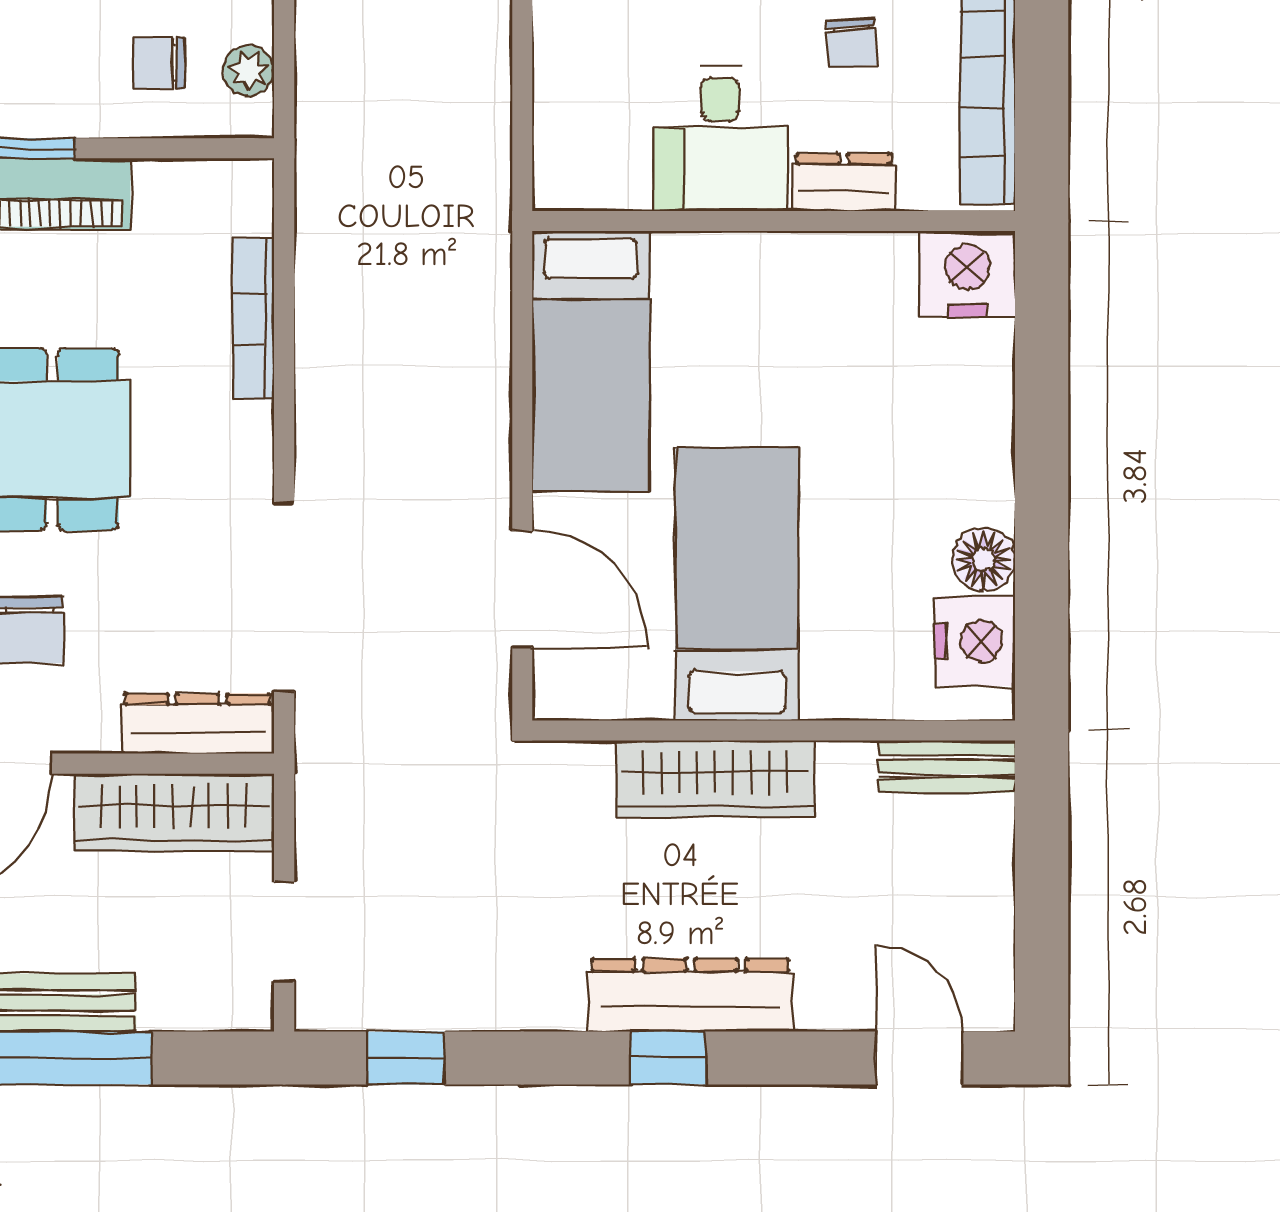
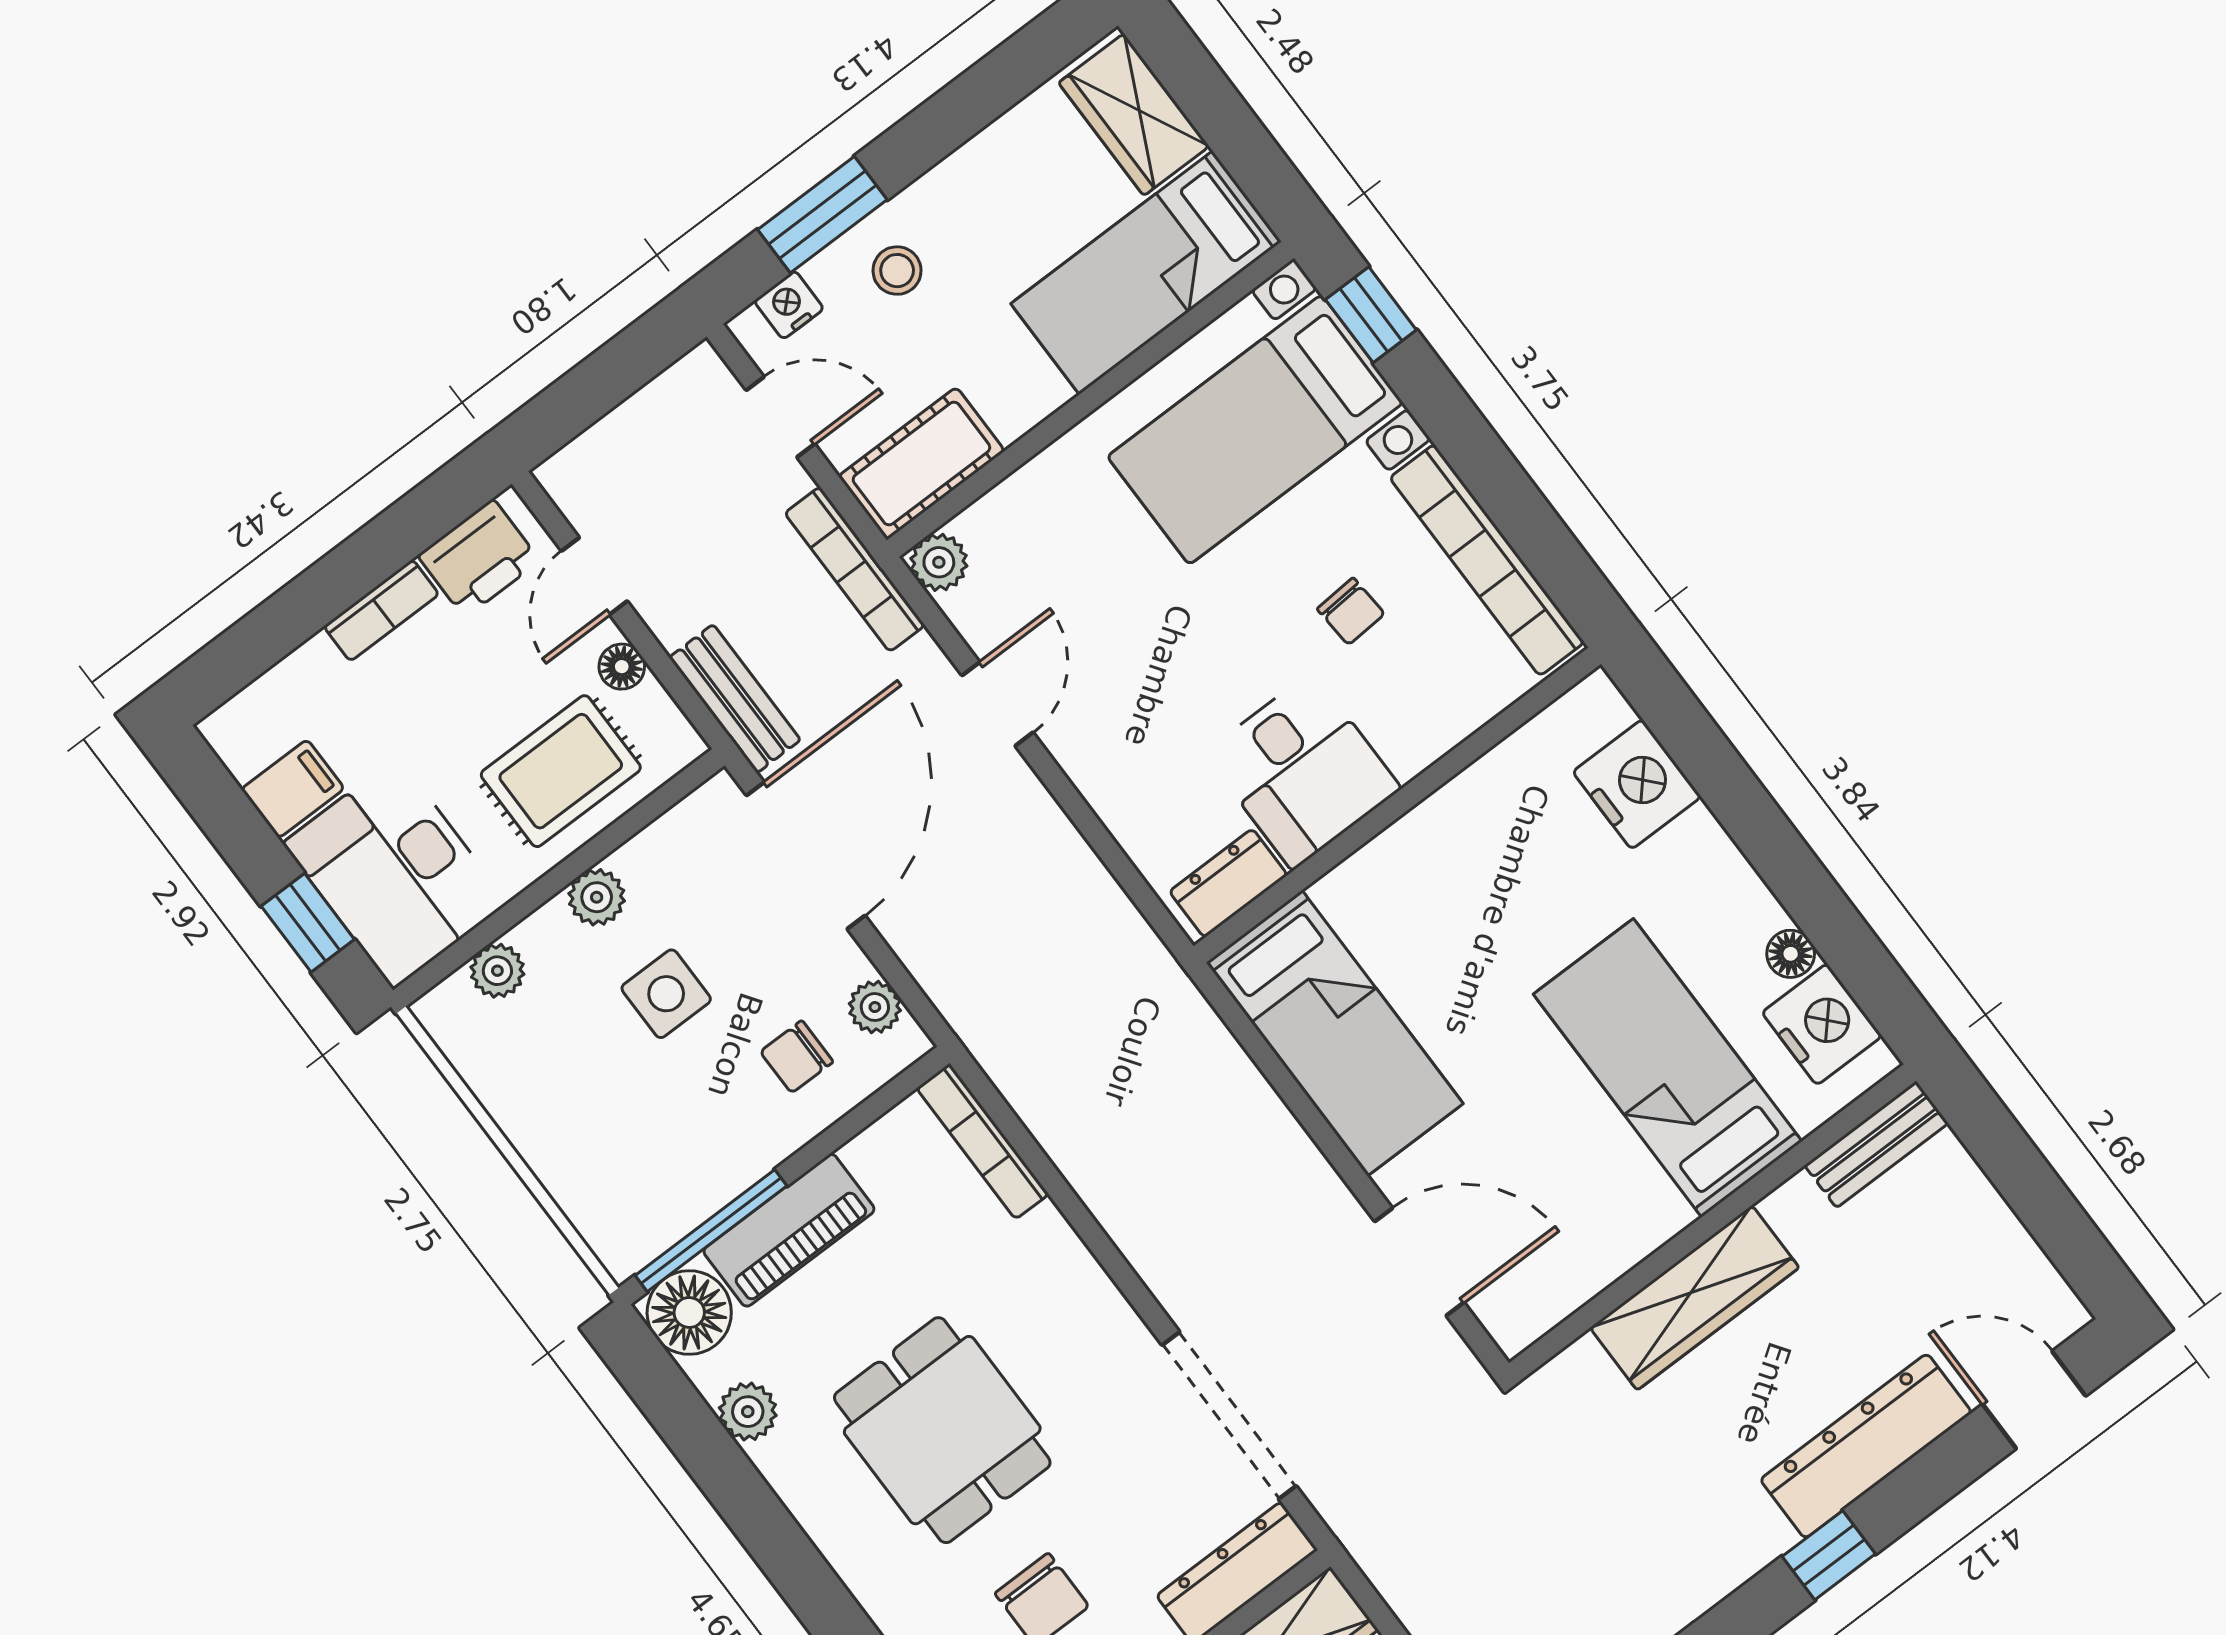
dresser: (844, 182) -> (1228, 883), moved
nightstand: (967, 274) -> (1637, 784), moved, turned 90
bookcase: (254, 319) -> (983, 1141), moved
floor lamp: (984, 559) -> (1791, 954), width x0.73, depth x0.73
bed: (737, 584) -> (1668, 1068), moved
dresser: (690, 995) -> (1866, 1446), moved

